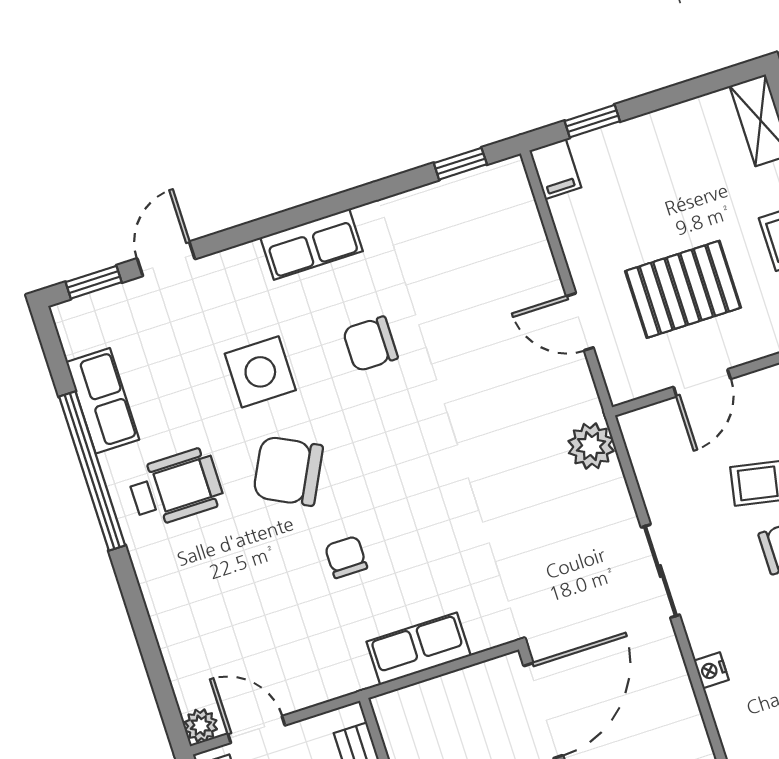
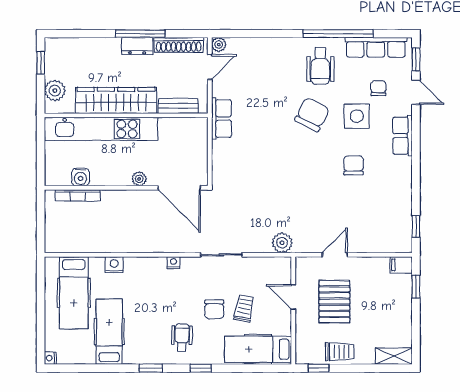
row of seats: (312, 244) -> (403, 136), moved
row of seats: (103, 401) -> (376, 47), width x1.48
chair: (346, 557) -> (378, 88), moved, turned -90
row of seats: (419, 649) -> (221, 119), moved

